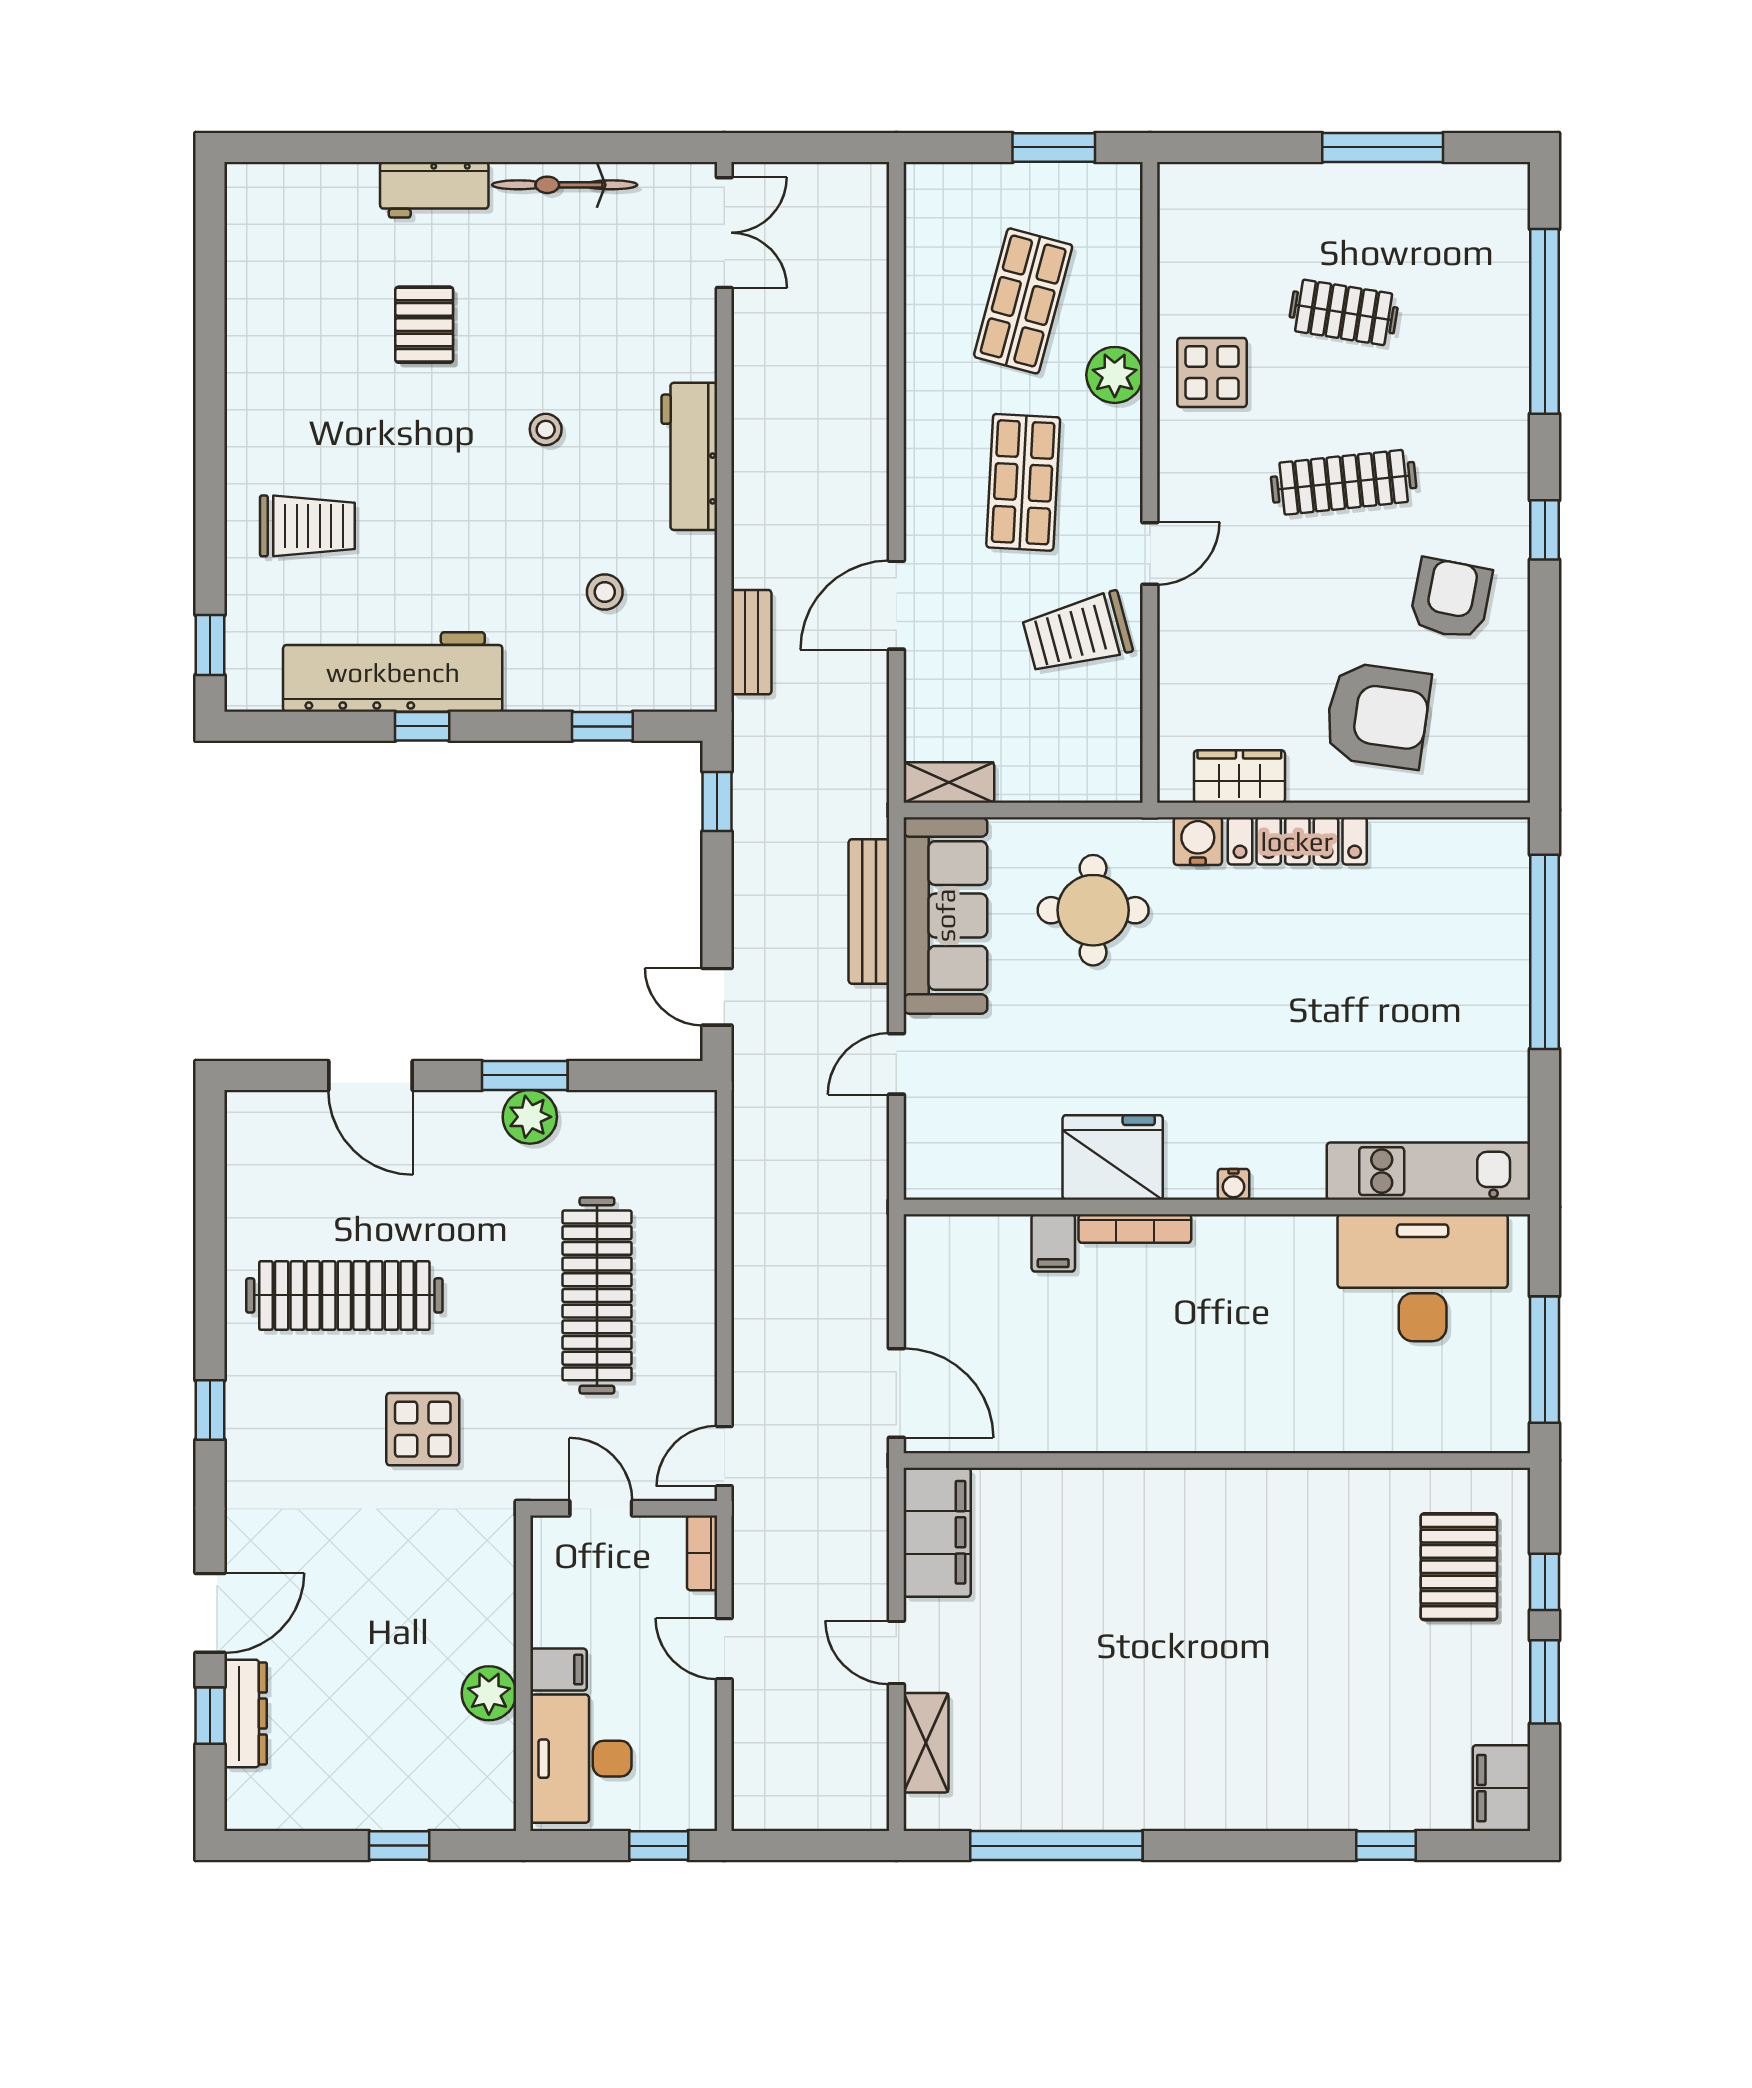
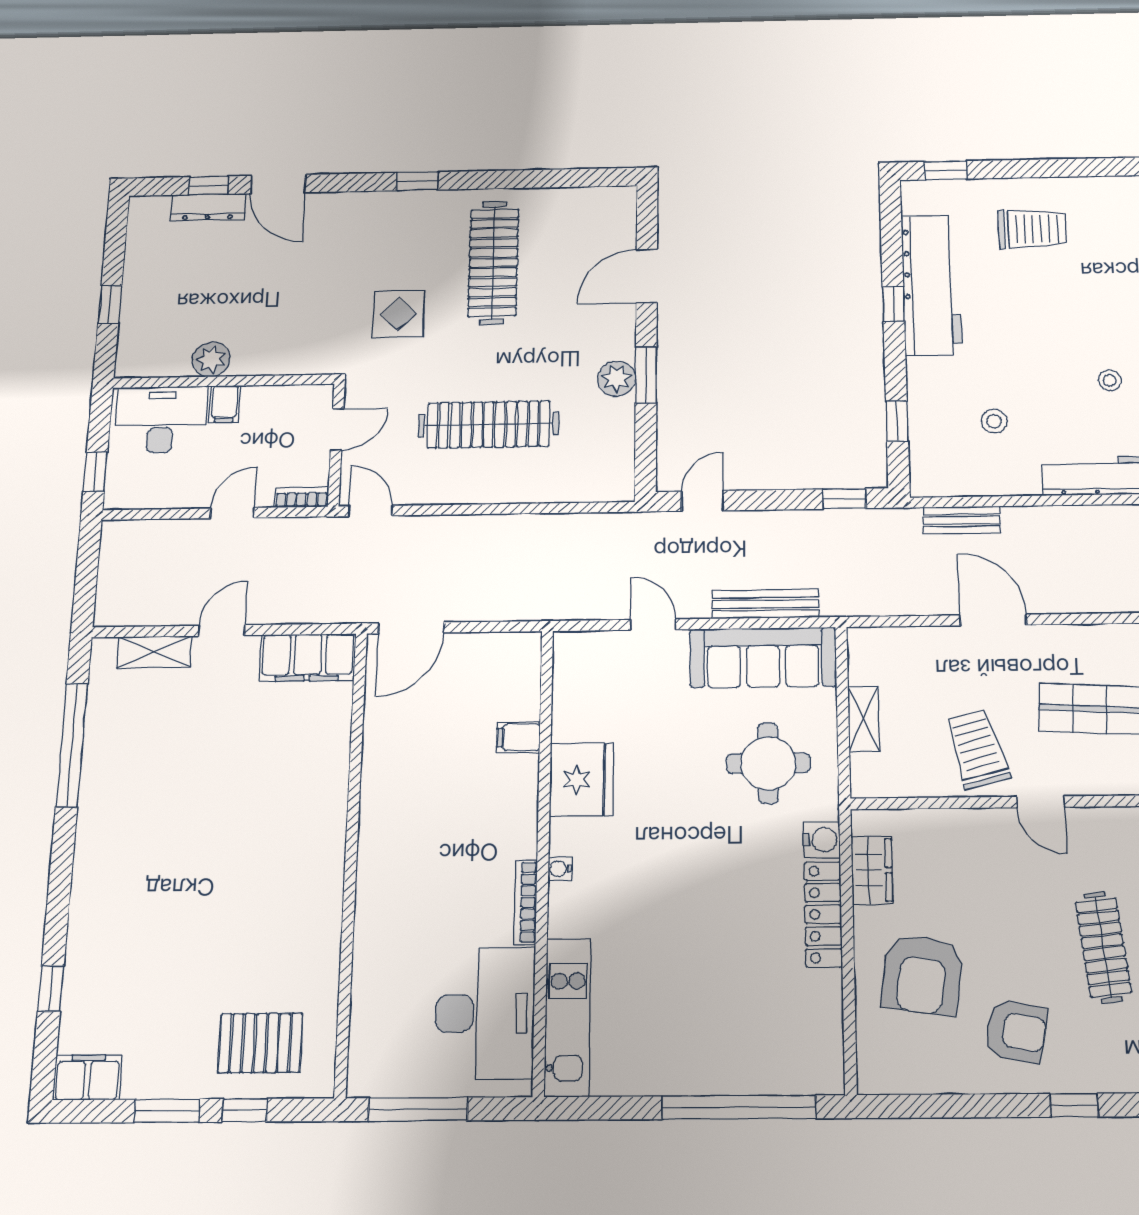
trolley: (307, 526) -> (1032, 229), turned -90
shelving: (949, 782) -> (864, 719), moved
bookcase: (1135, 1229) -> (526, 902), moved

